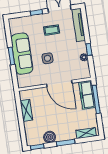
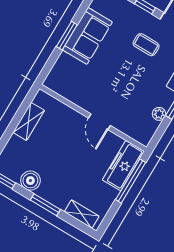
sofa: (22, 54) -> (87, 36), width x0.73
side table: (47, 58) -> (111, 77), removed
door: (59, 84) -> (99, 122), width x0.53

